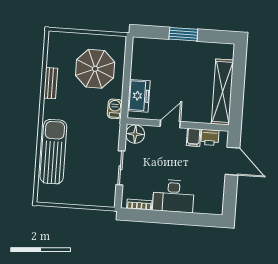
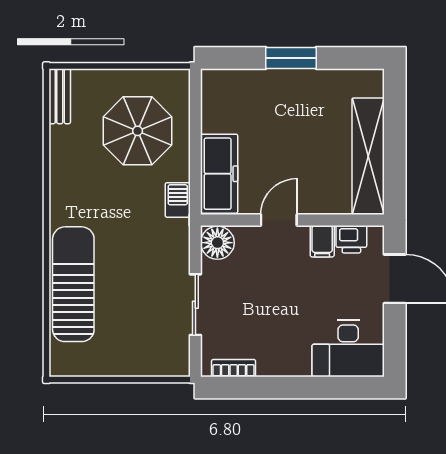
bench: (51, 83) -> (60, 96), moved
freezer: (139, 96) -> (219, 174), width x1.40
desk: (173, 196) -> (348, 349), moved

